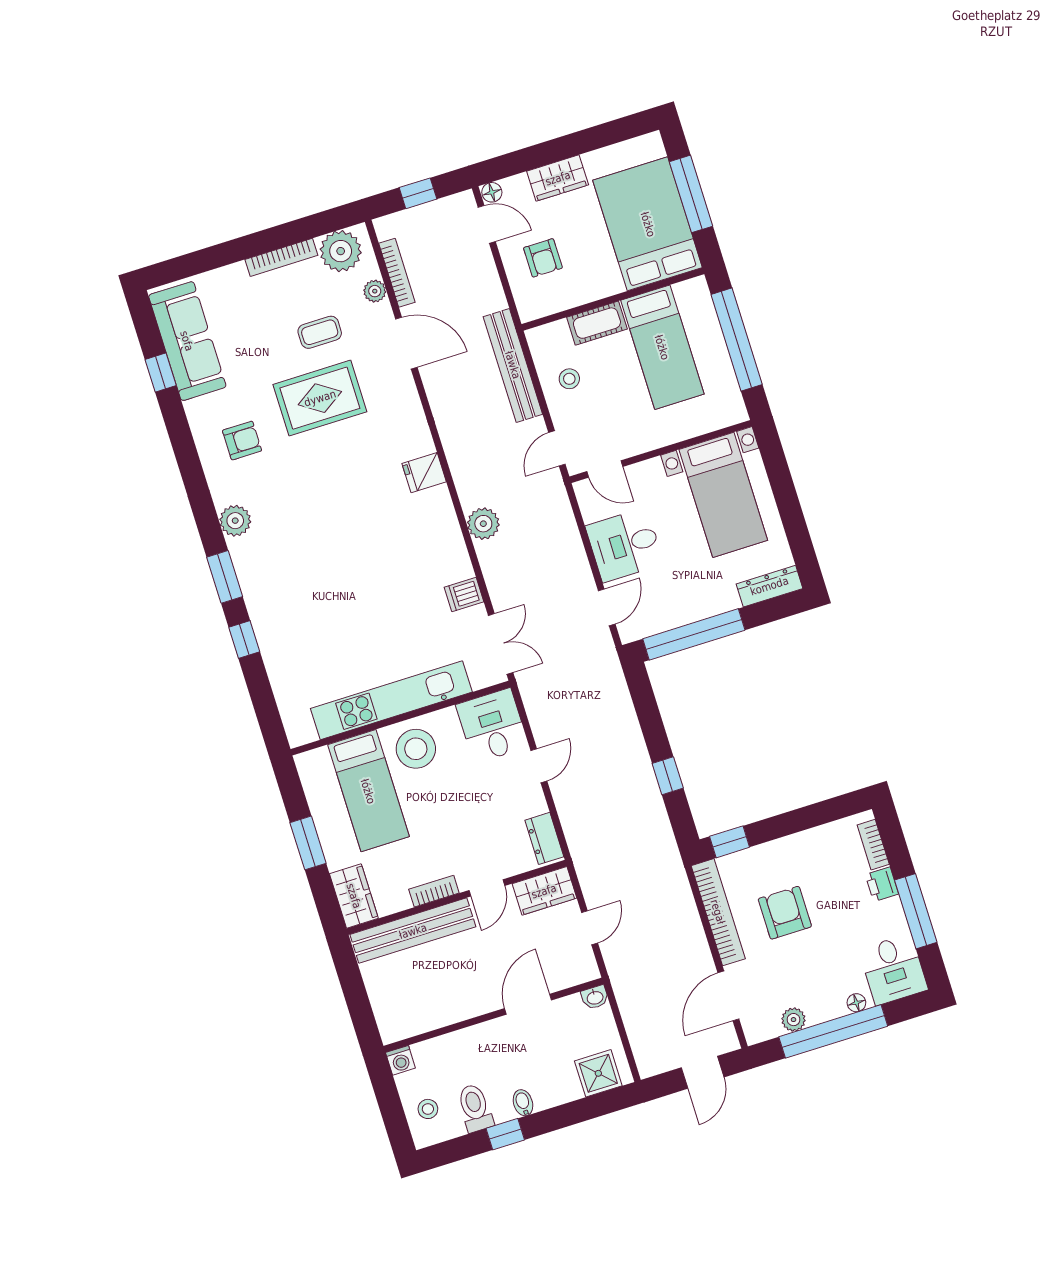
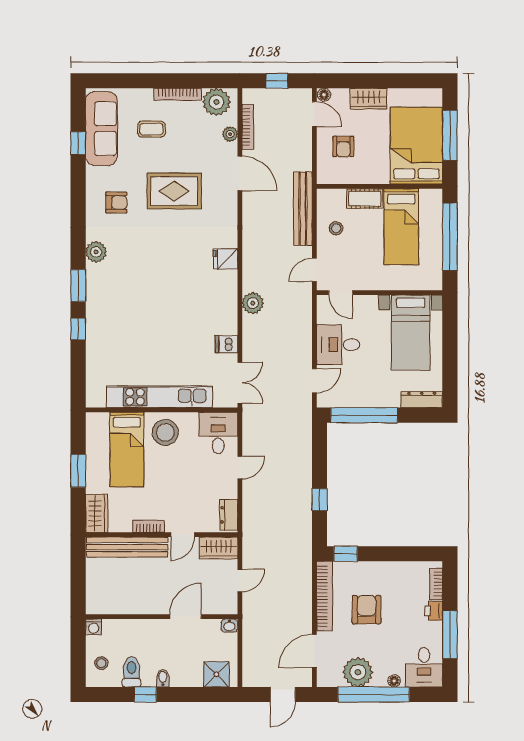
coffee table: (320, 332) -> (151, 129), moved
plant: (793, 1020) -> (358, 672), width x1.88, depth x1.88

